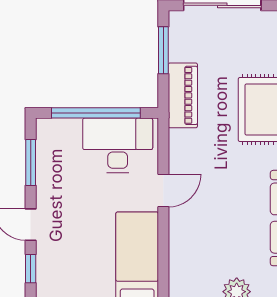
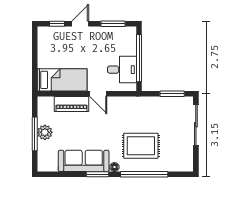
piano: (183, 95) -> (72, 104), moved
desk: (118, 145) -> (122, 70), width x0.73

